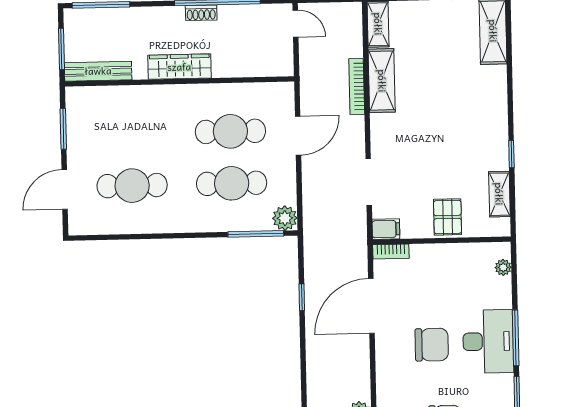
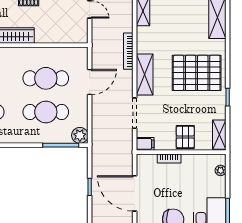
shelving: (382, 81) -> (145, 74), moved
pallet: (463, 118) -> (197, 73), added
shelving: (499, 194) -> (219, 135), moved
bookcase: (391, 252) -> (169, 159), moved
door: (371, 306) -> (135, 193), hinge flipped

